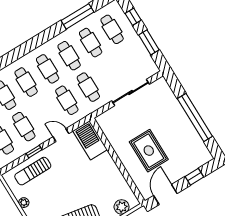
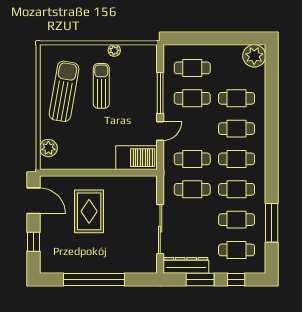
dresser: (145, 59) -> (186, 265), added
rug: (149, 151) -> (89, 211), turned 90
window: (34, 152) -> (160, 93), width x2.17
sun lounger: (33, 171) -> (101, 86), moved

